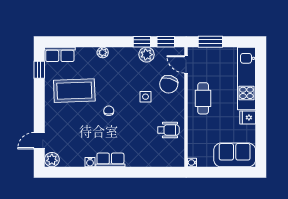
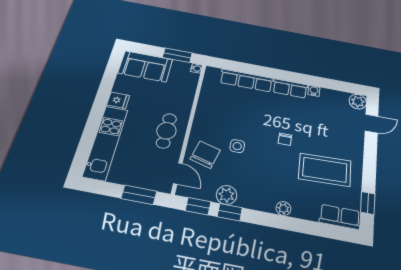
wheelchair: (168, 130) -> (217, 105), removed
row of seats: (148, 160) -> (246, 81), added
window: (211, 172) -> (177, 55), added

